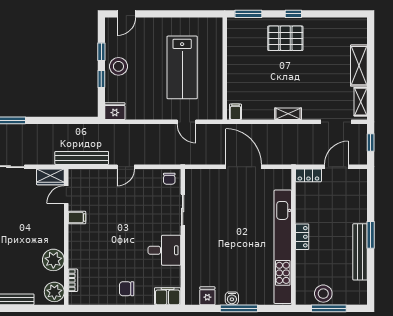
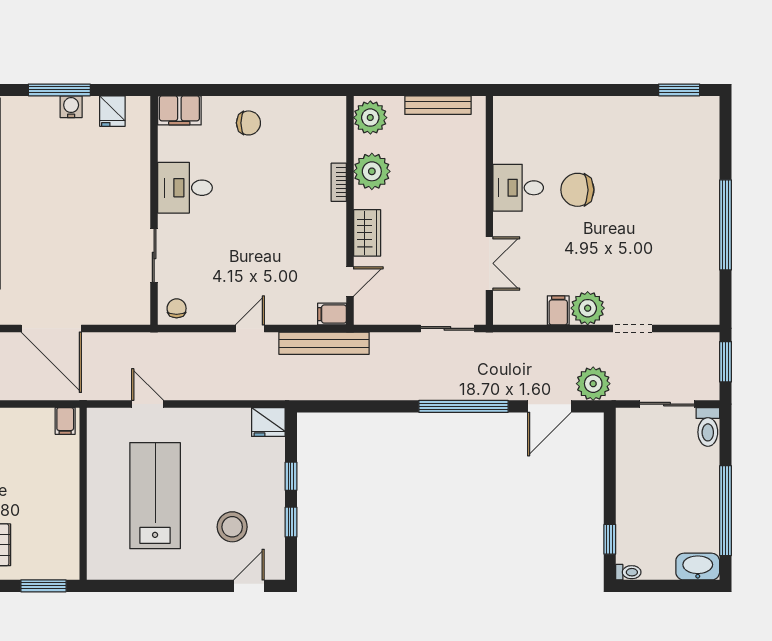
stool: (118, 66) -> (232, 527), moved
wardrobe: (50, 177) -> (367, 233), moved, turned 90
filing cabinet: (77, 218) -> (332, 314), moved
bookcase: (73, 280) -> (339, 182), moved

